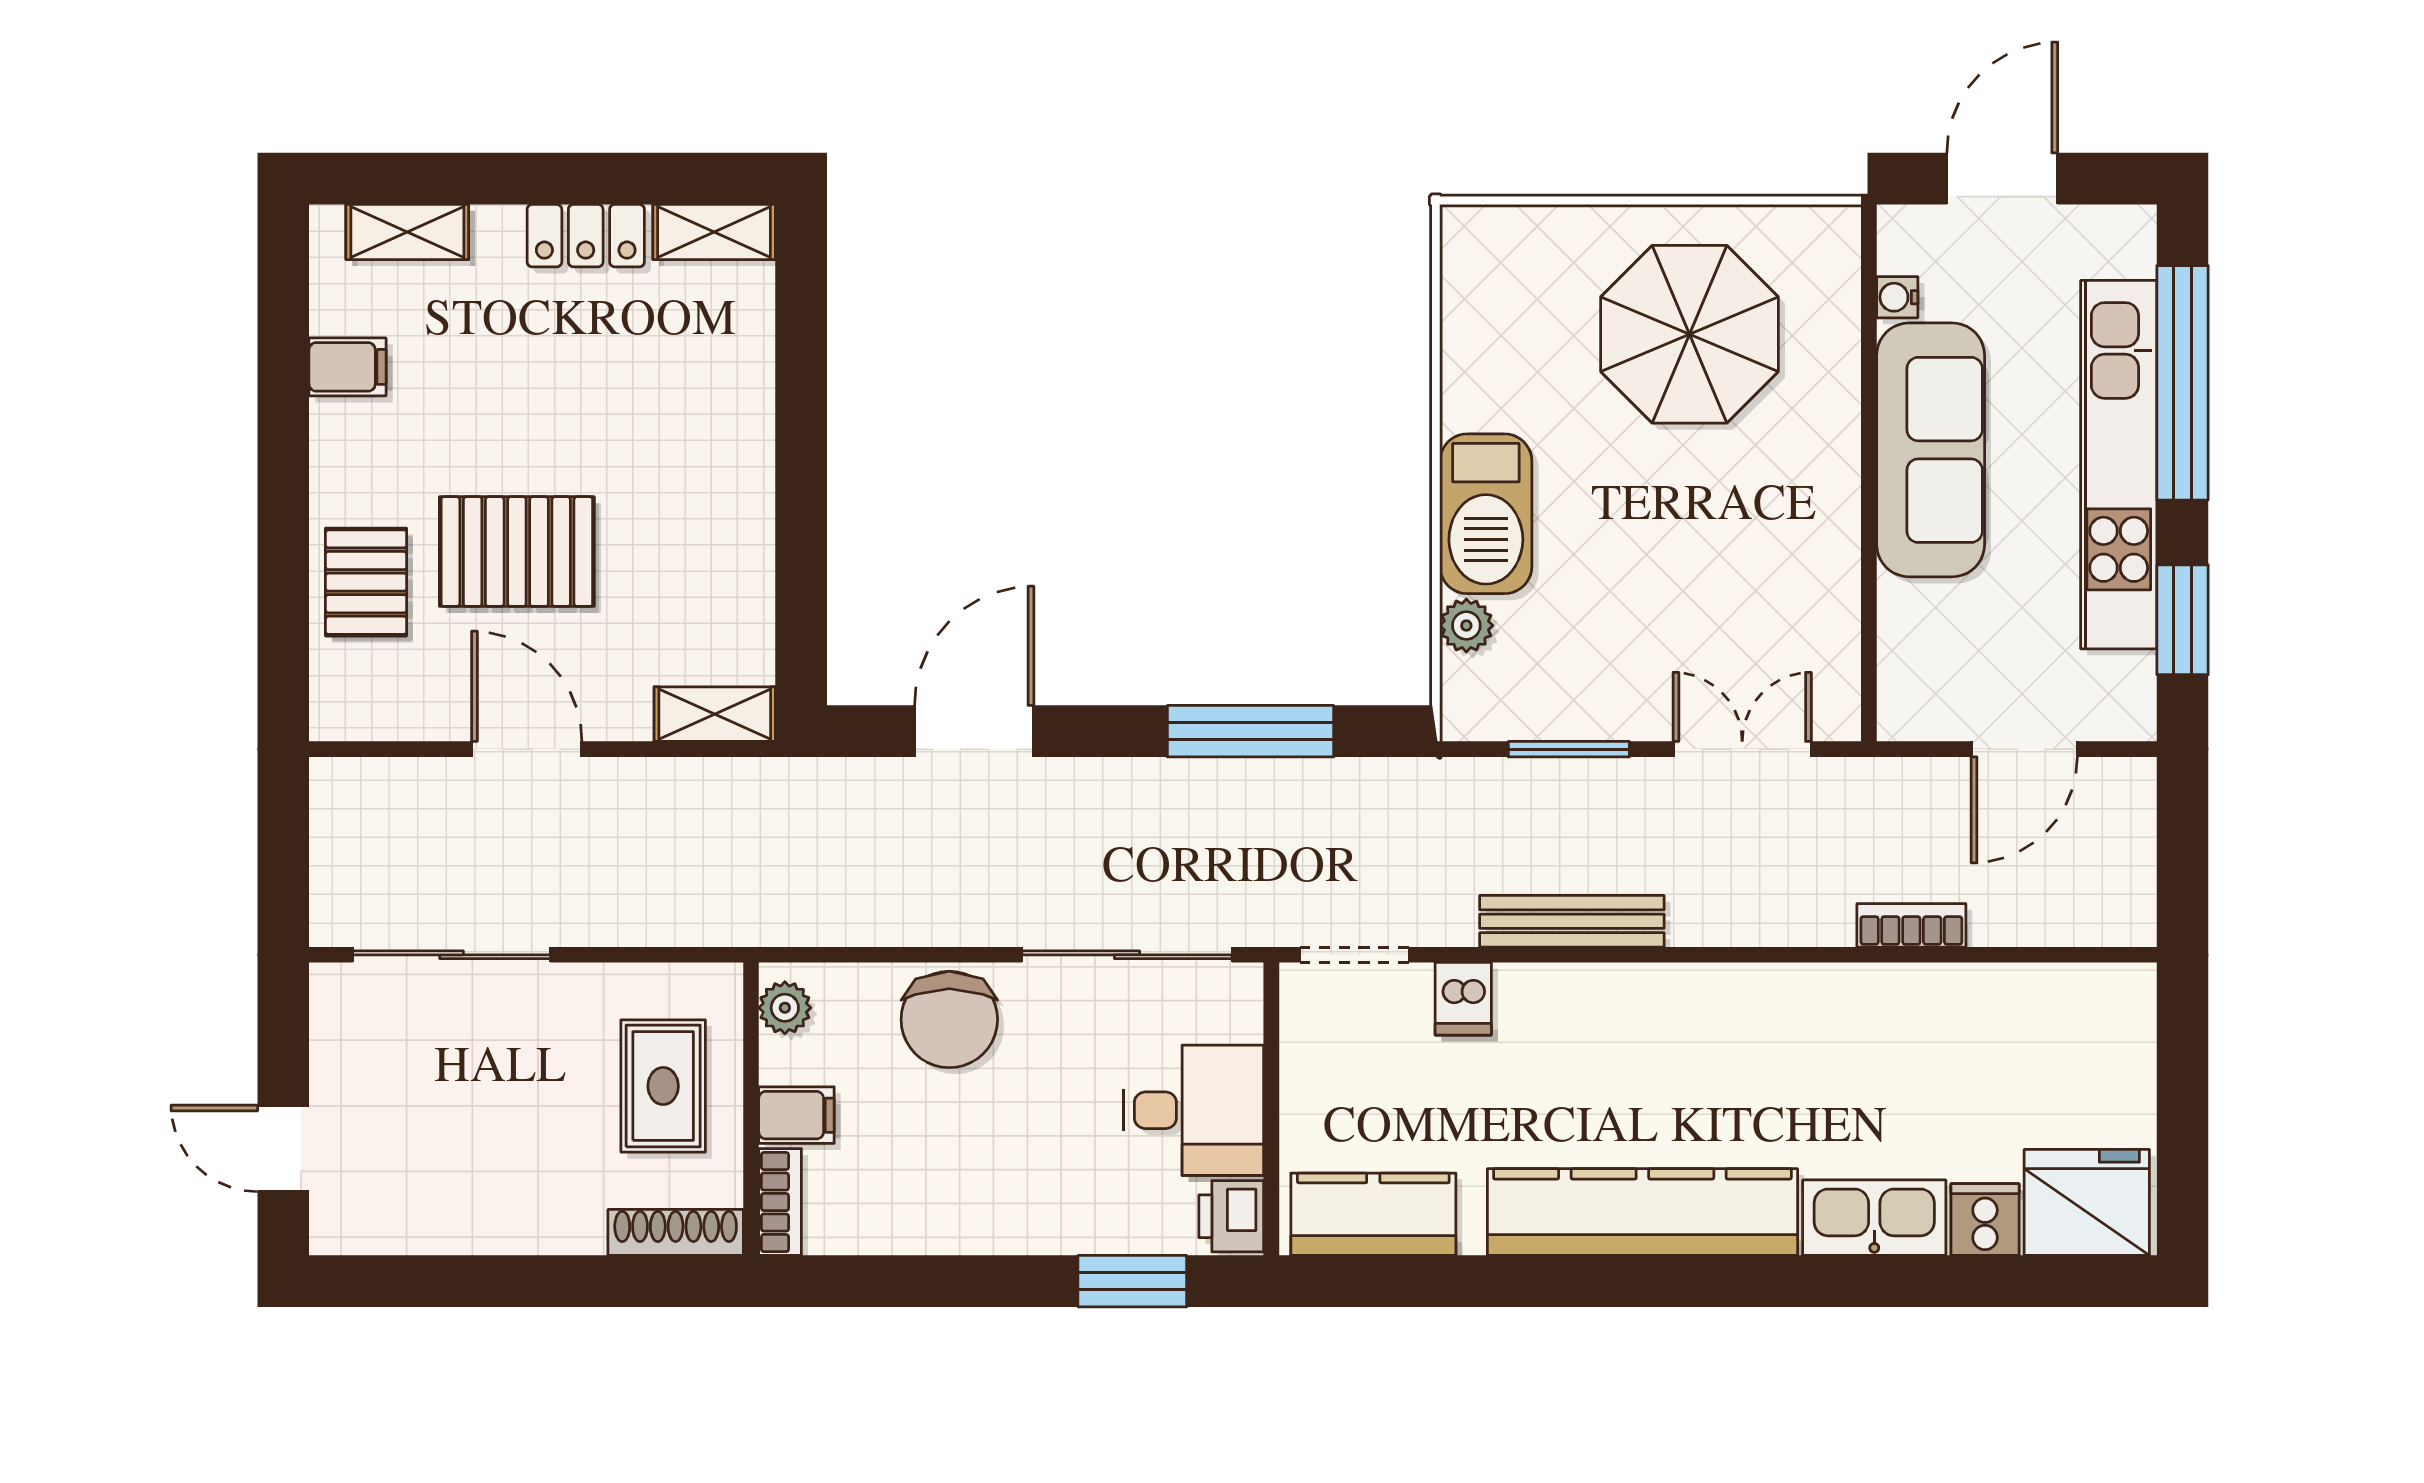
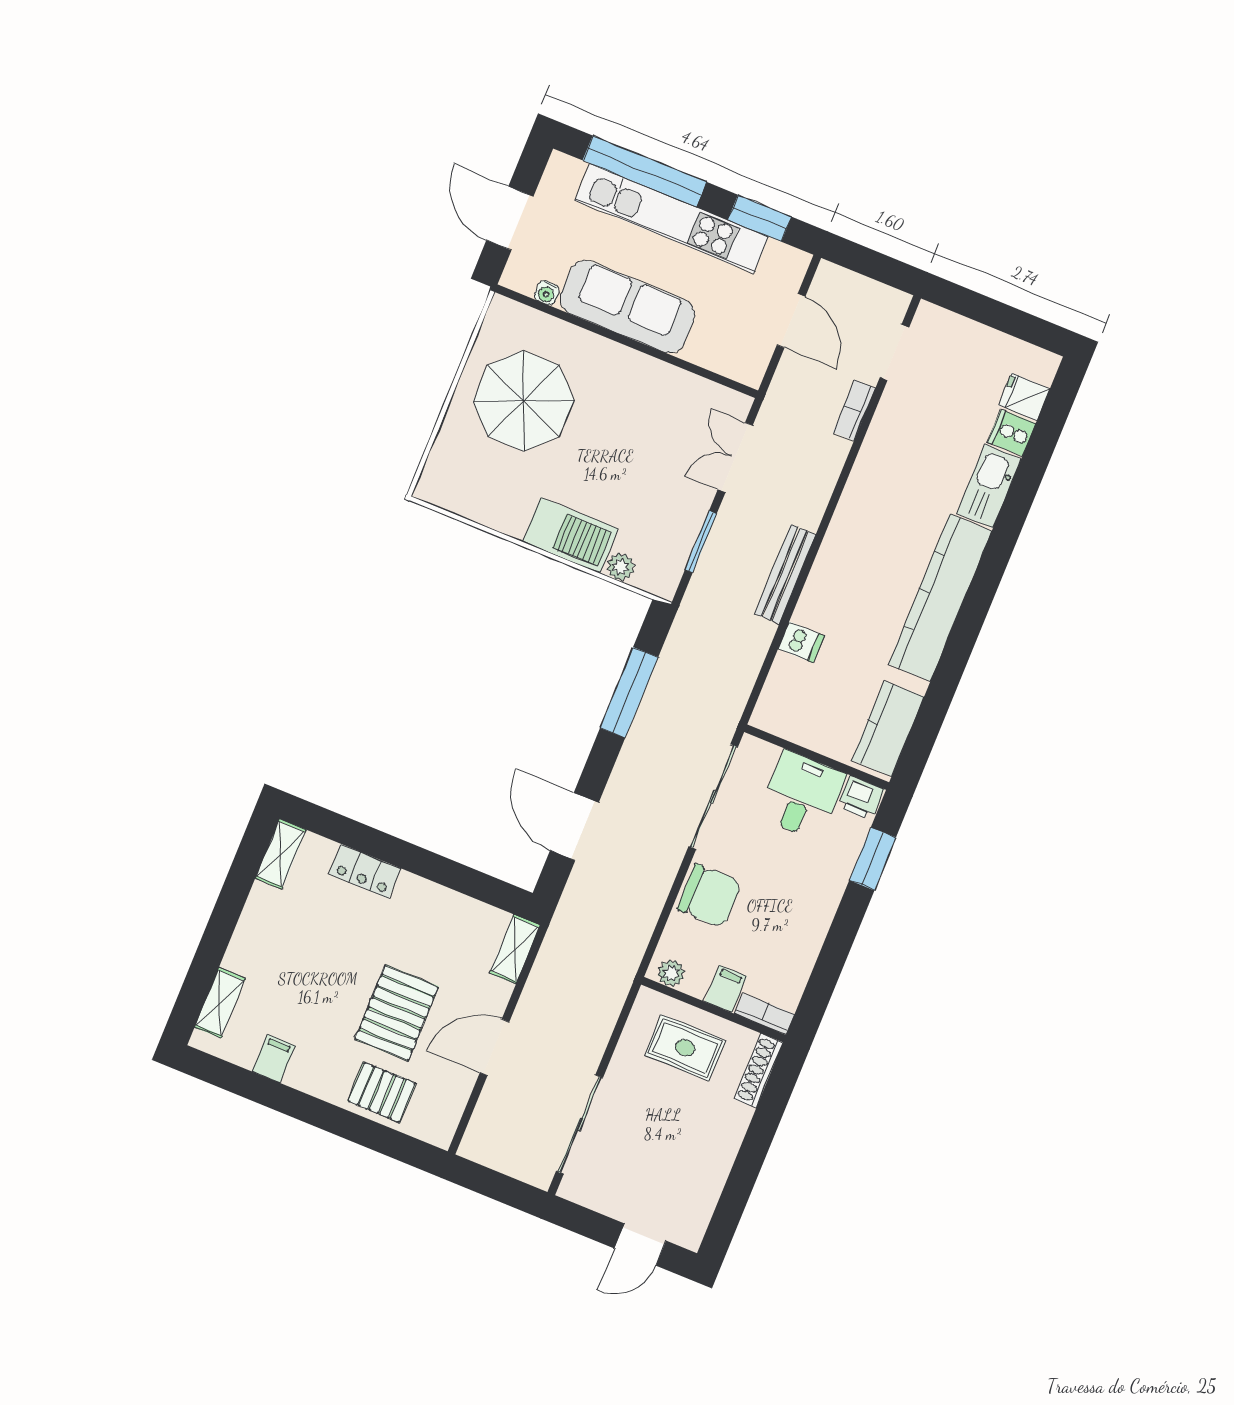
locker: (586, 236) -> (365, 871), moved, turned 90
doorway: (1354, 955) -> (895, 352), moved
fridge: (2087, 1202) -> (1024, 397), width x0.53, depth x0.75

